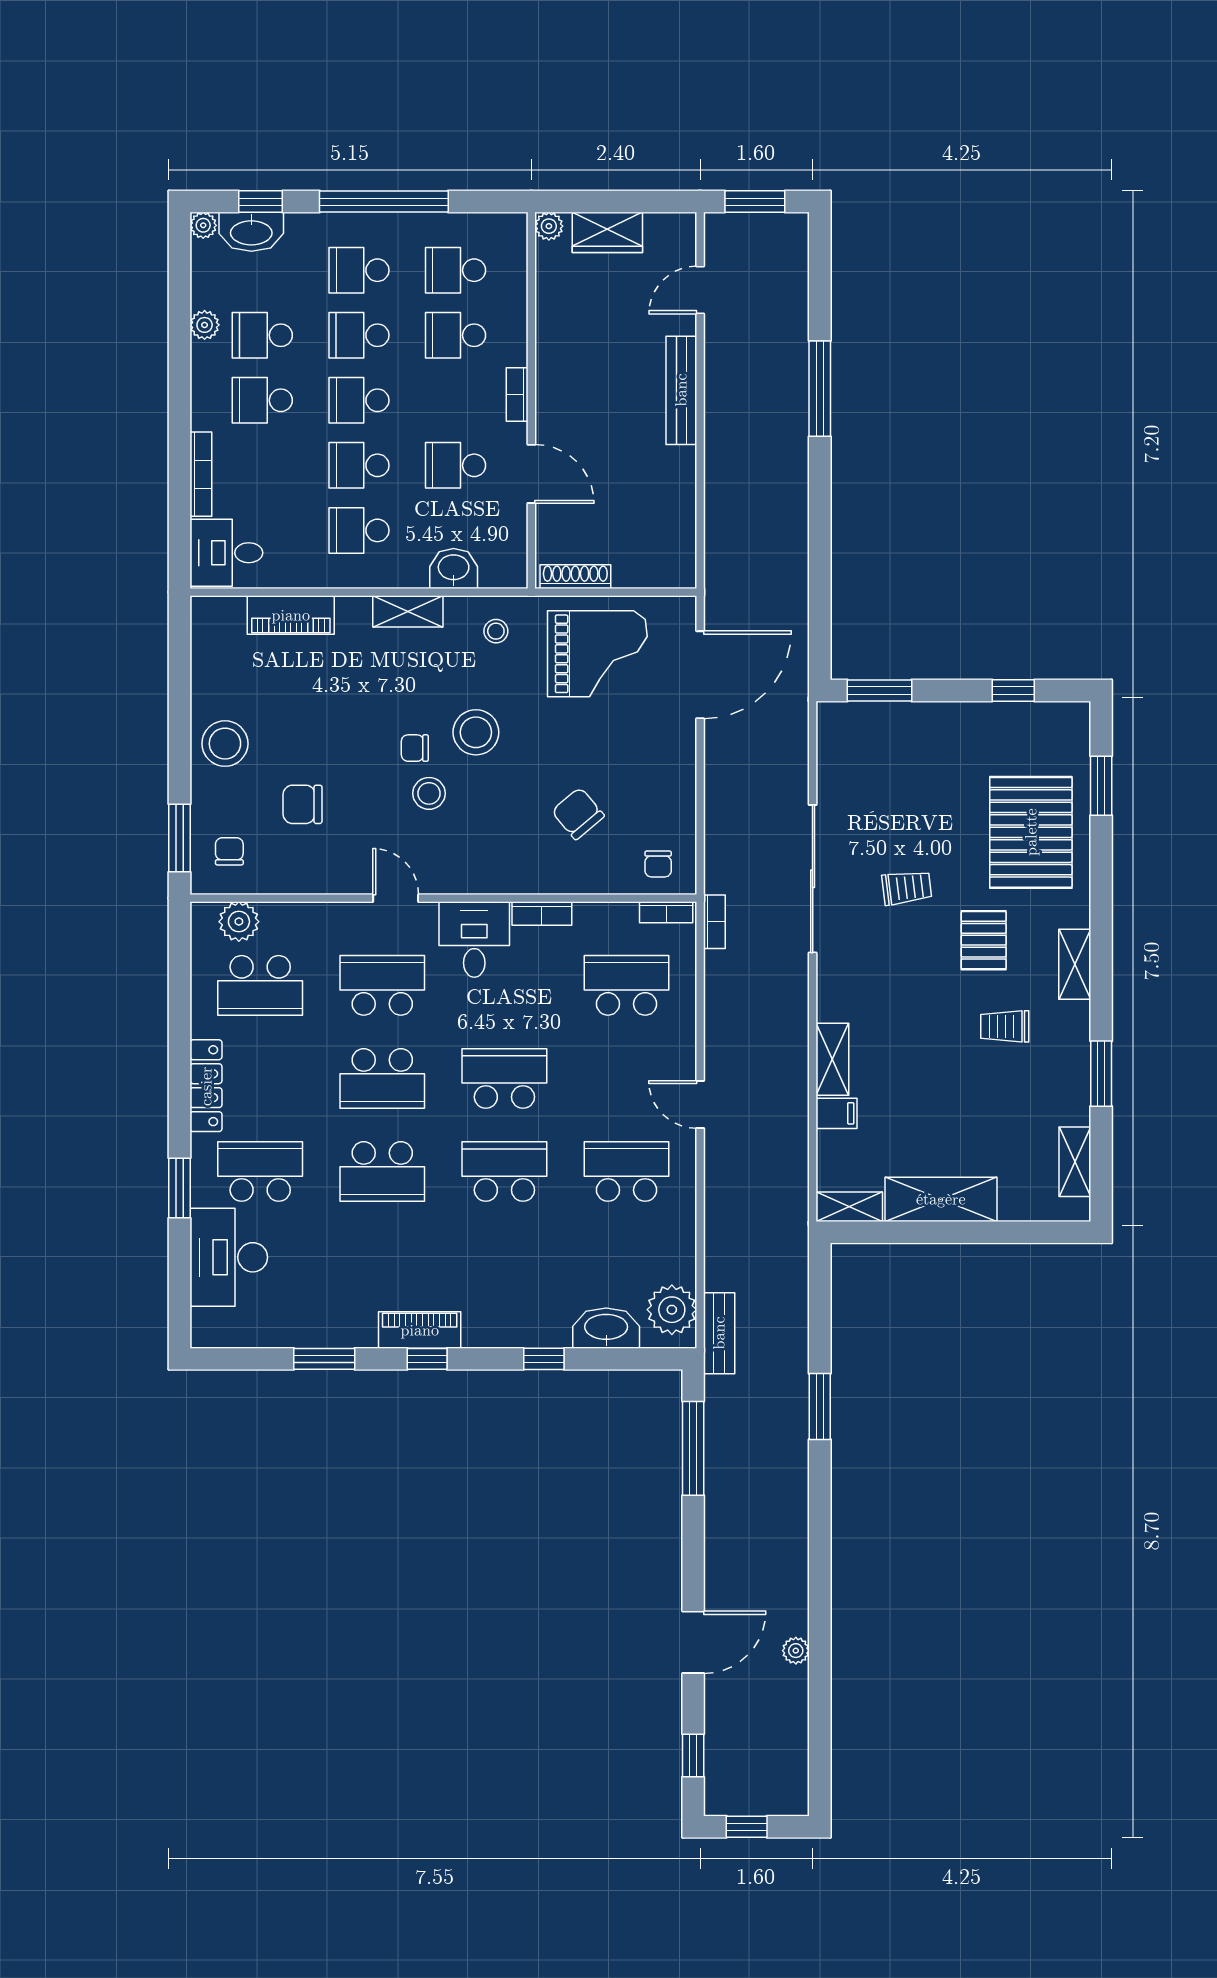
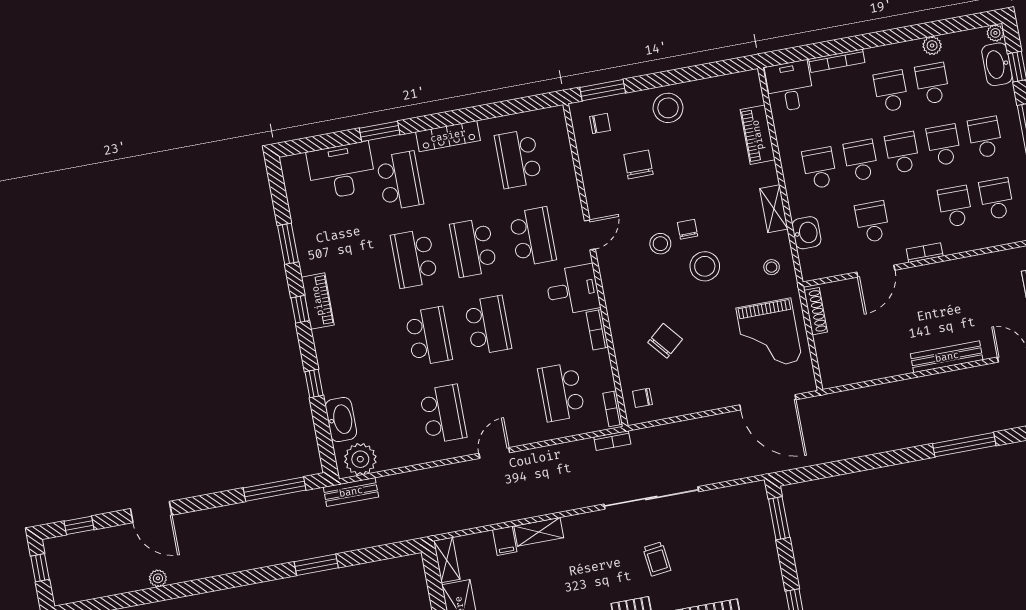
plant: (239, 922) -> (556, 138), removed
school desk: (627, 985) -> (561, 392), turned 180

